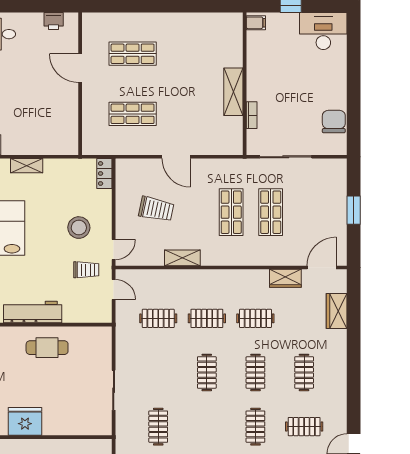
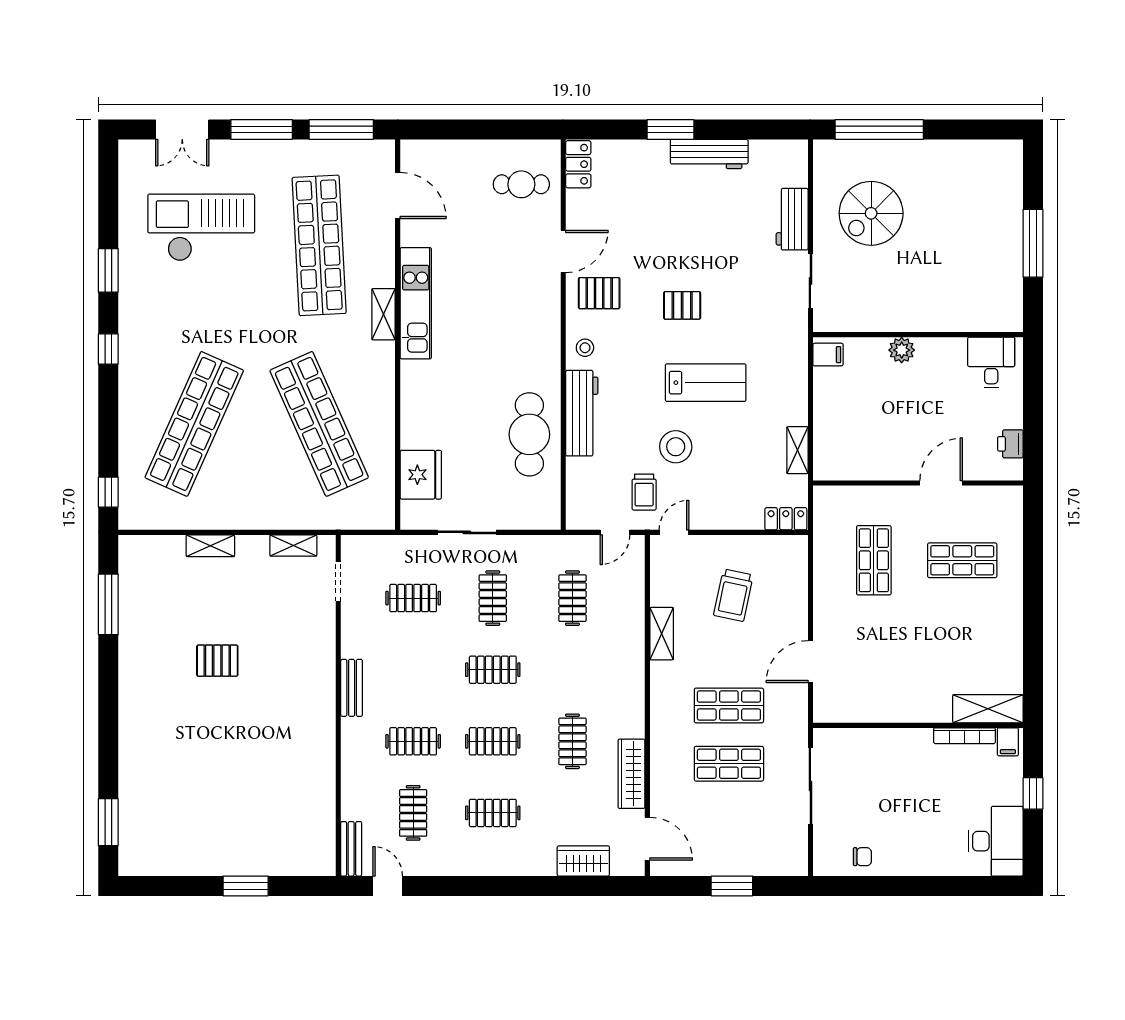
shop shelf: (133, 54) -> (962, 560), turned 90
shelving: (233, 92) -> (988, 709), moved
bookcase: (252, 115) -> (965, 736), moved, width x1.56
chair: (334, 122) -> (862, 857), width x0.54, depth x0.54
door: (176, 157) -> (810, 662), moved
shelving: (27, 166) -> (797, 450), moved
stool: (79, 228) -> (676, 447), moved
door: (114, 249) -> (674, 532), swing flipped
wardrobe: (285, 278) -> (631, 774), width x1.50
clothes rail: (207, 318) -> (493, 598), moved
cafe table: (47, 348) -> (529, 434), width x1.37, depth x1.35
fridge: (25, 421) -> (421, 475), moved

